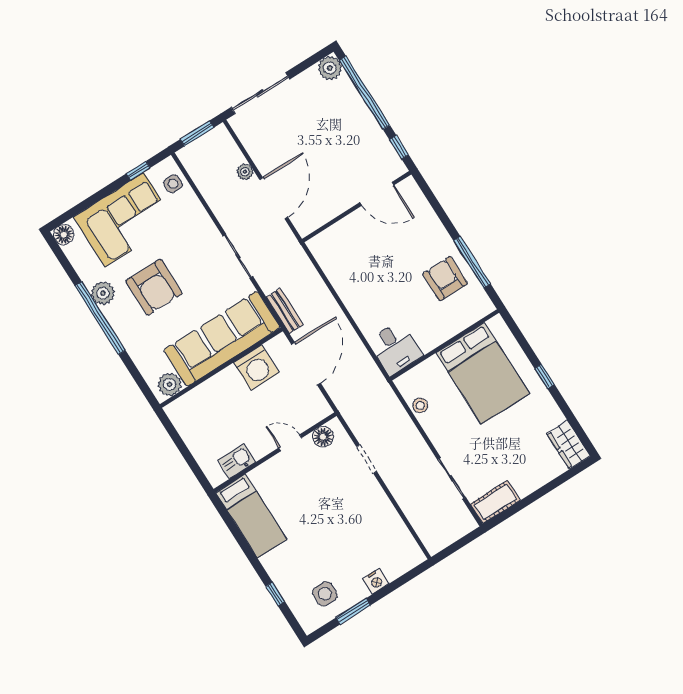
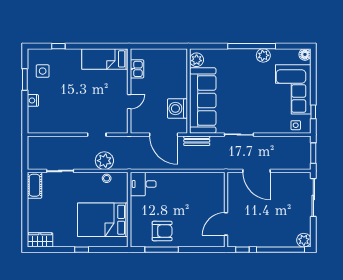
plant: (245, 172) -> (104, 161), moved, width x1.88, depth x1.88
armchair: (154, 287) -> (250, 83), removed
floor lamp: (323, 437) -> (122, 120), removed

